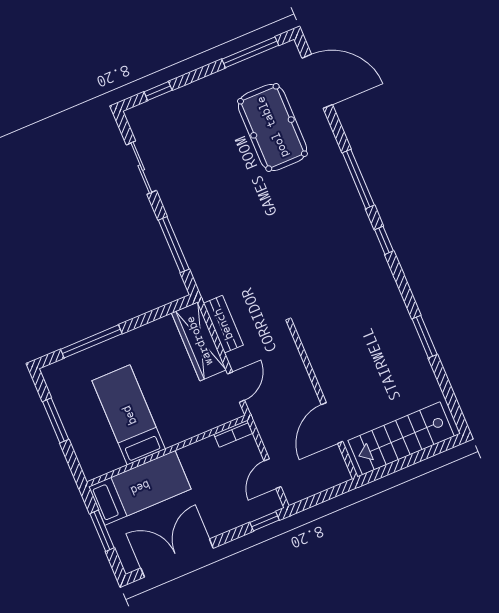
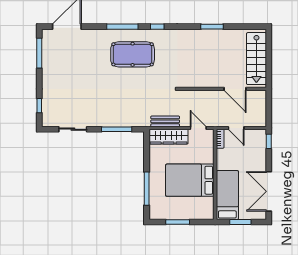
pool table: (272, 127) -> (133, 54), moved
bed: (129, 415) -> (190, 180), width x1.50
door: (273, 474) -> (236, 128), moved

